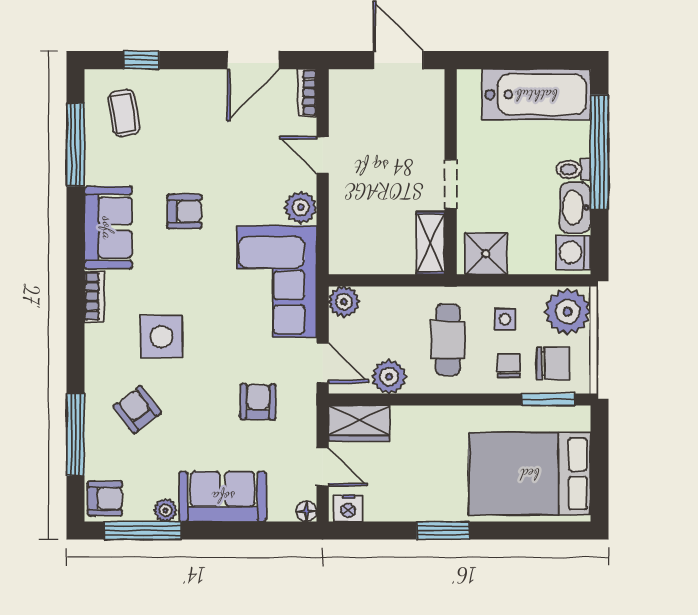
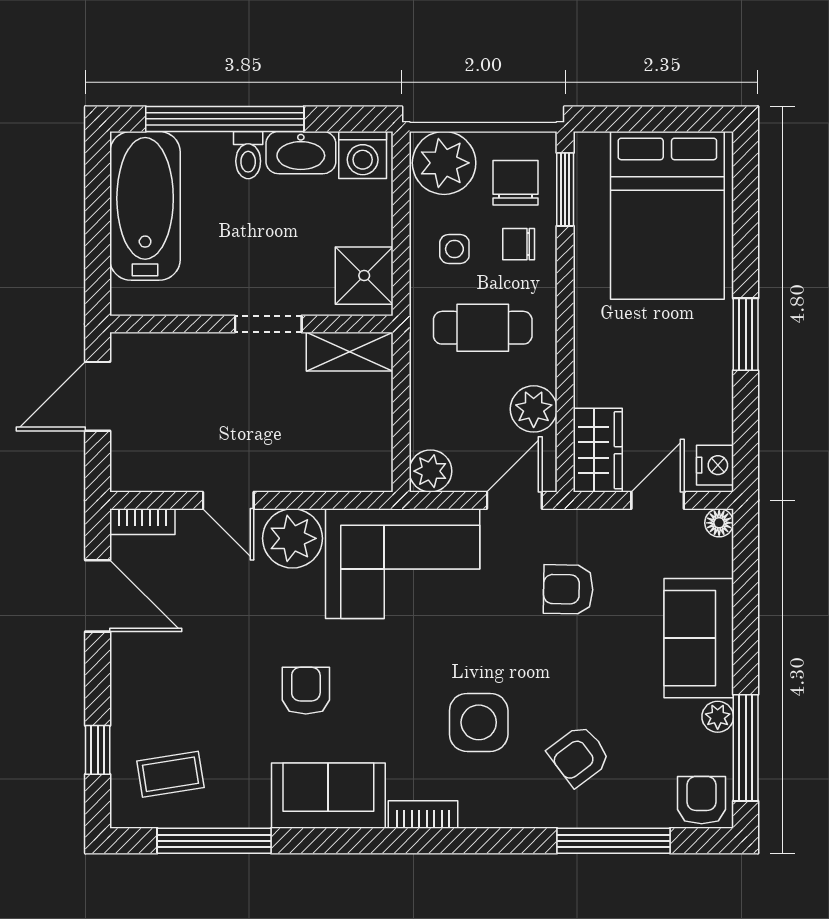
door: (323, 155) -> (228, 500), hinge flipped
plant: (301, 207) -> (292, 538), width x1.36, depth x1.36

